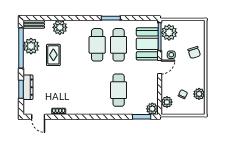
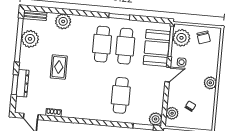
chair: (194, 52) -> (204, 37), moved
rug: (53, 55) -> (59, 67), moved
plant: (199, 94) -> (210, 83), moved

